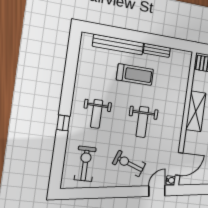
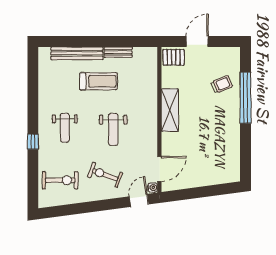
exercise bike: (85, 164) -> (60, 180), turned 90

